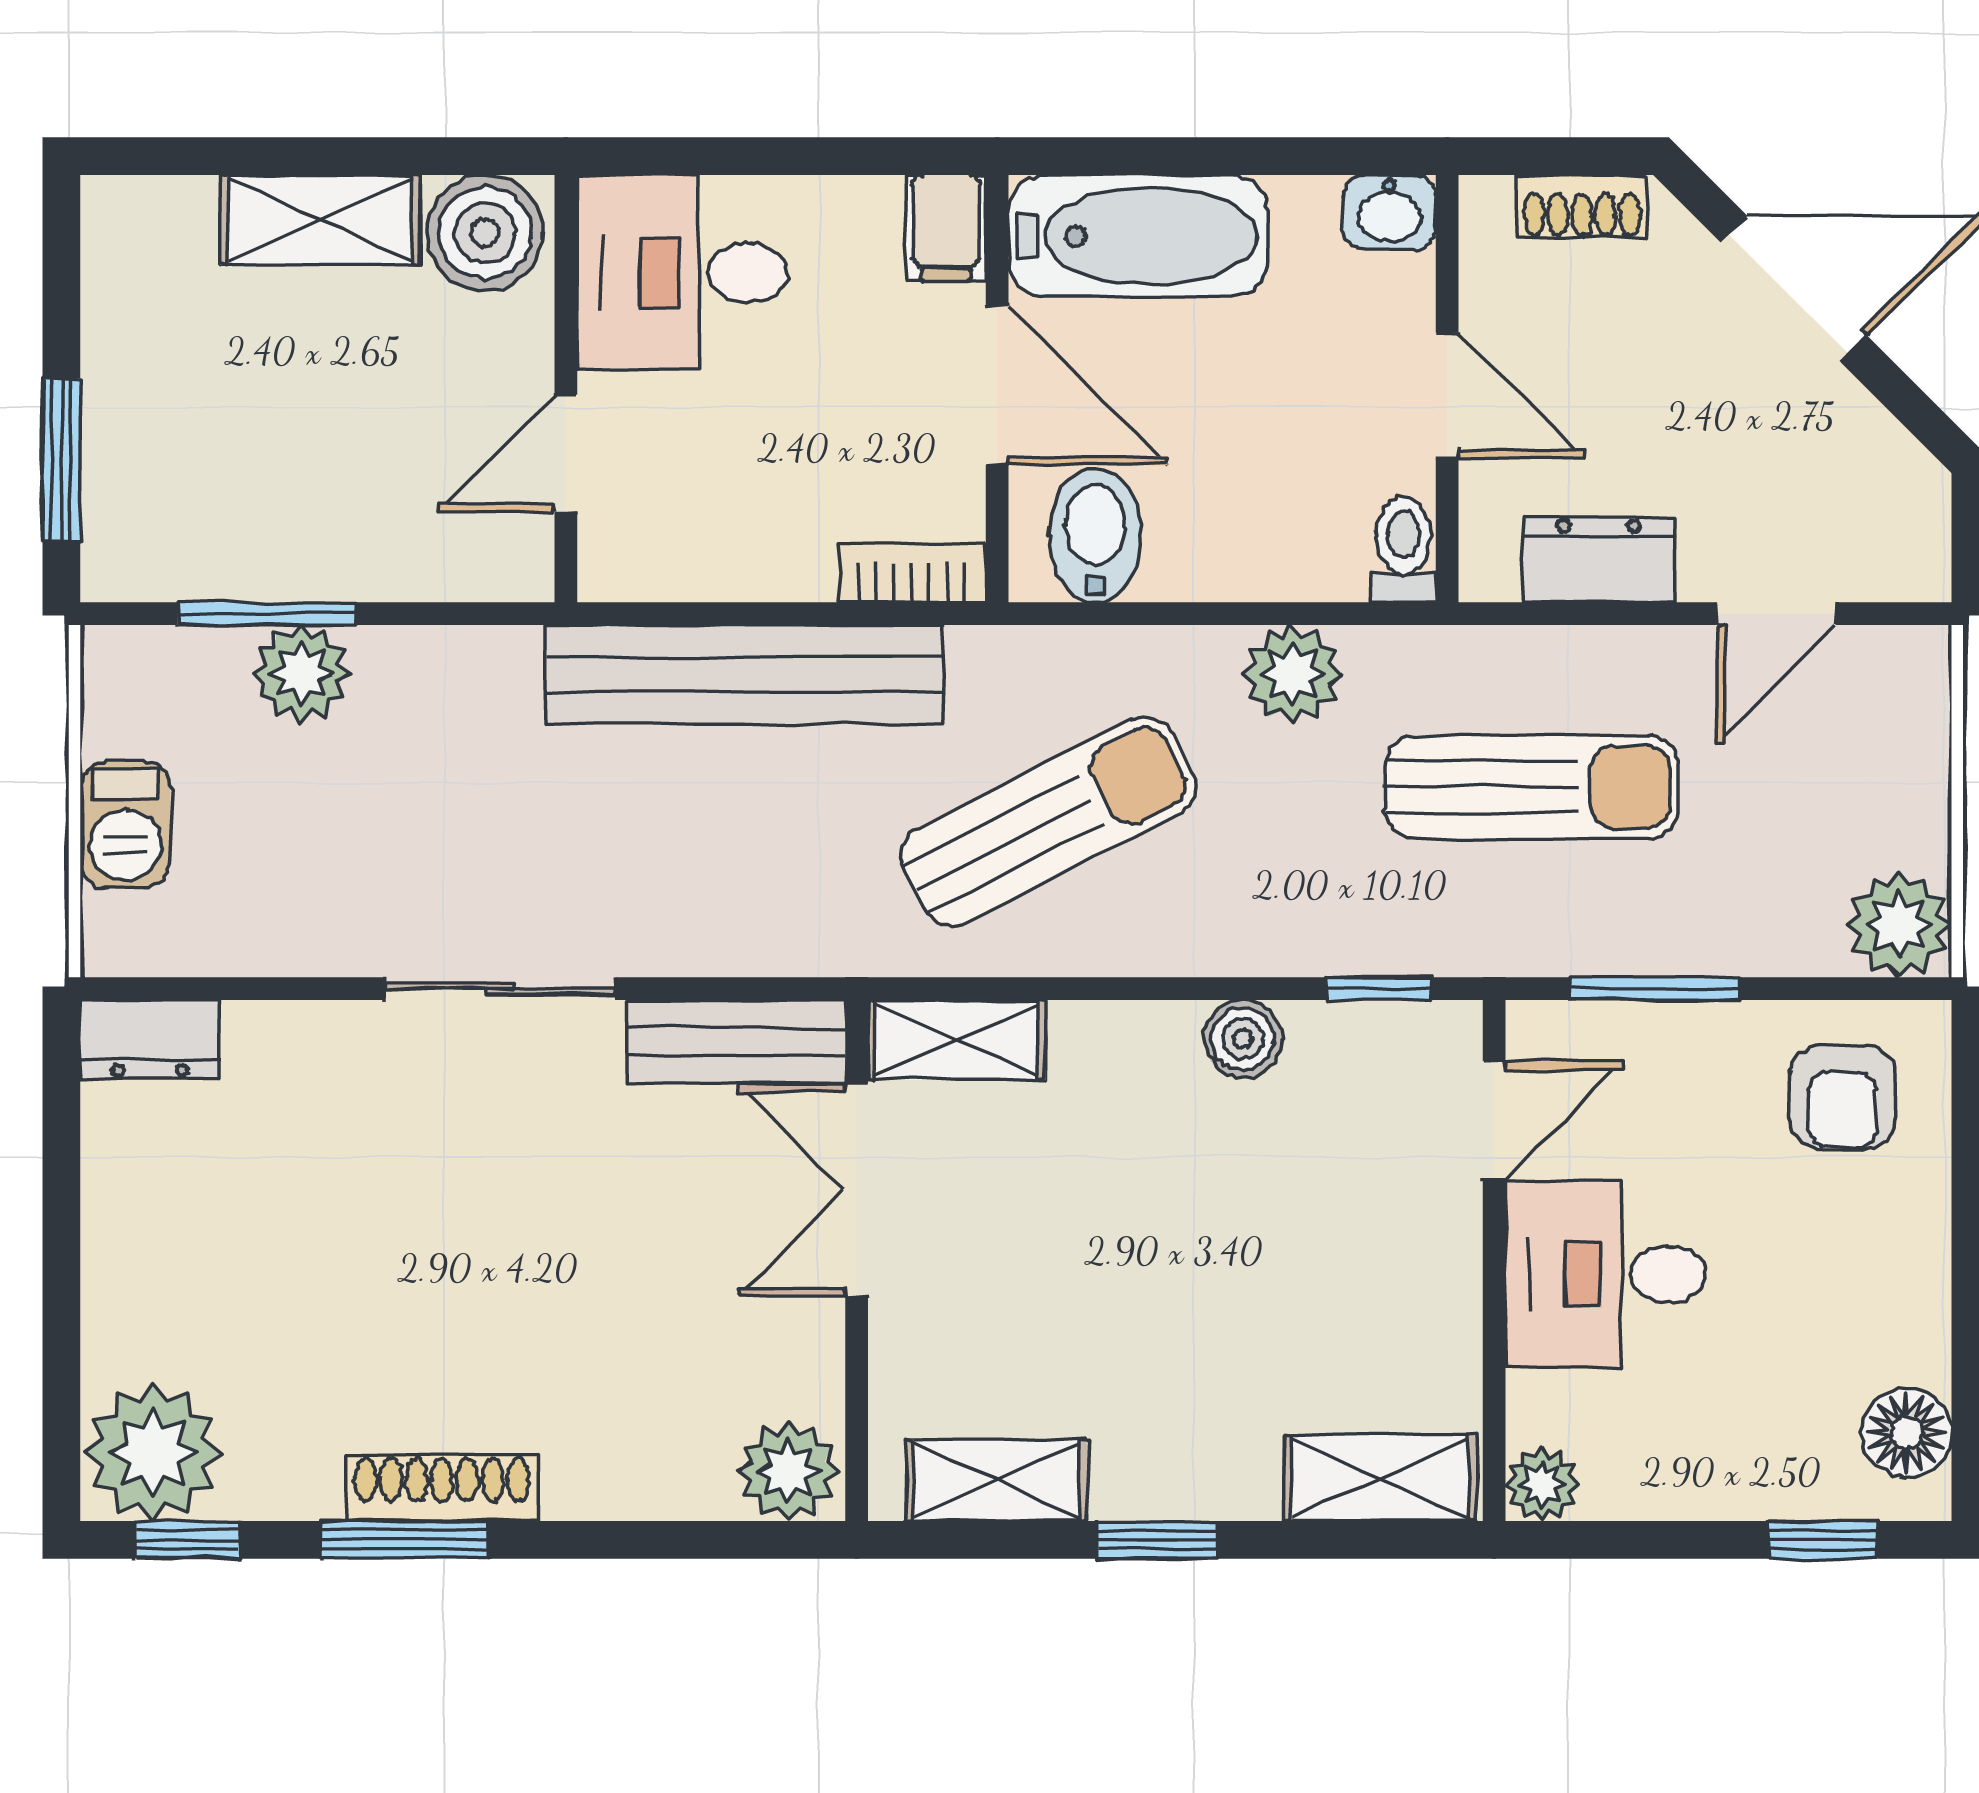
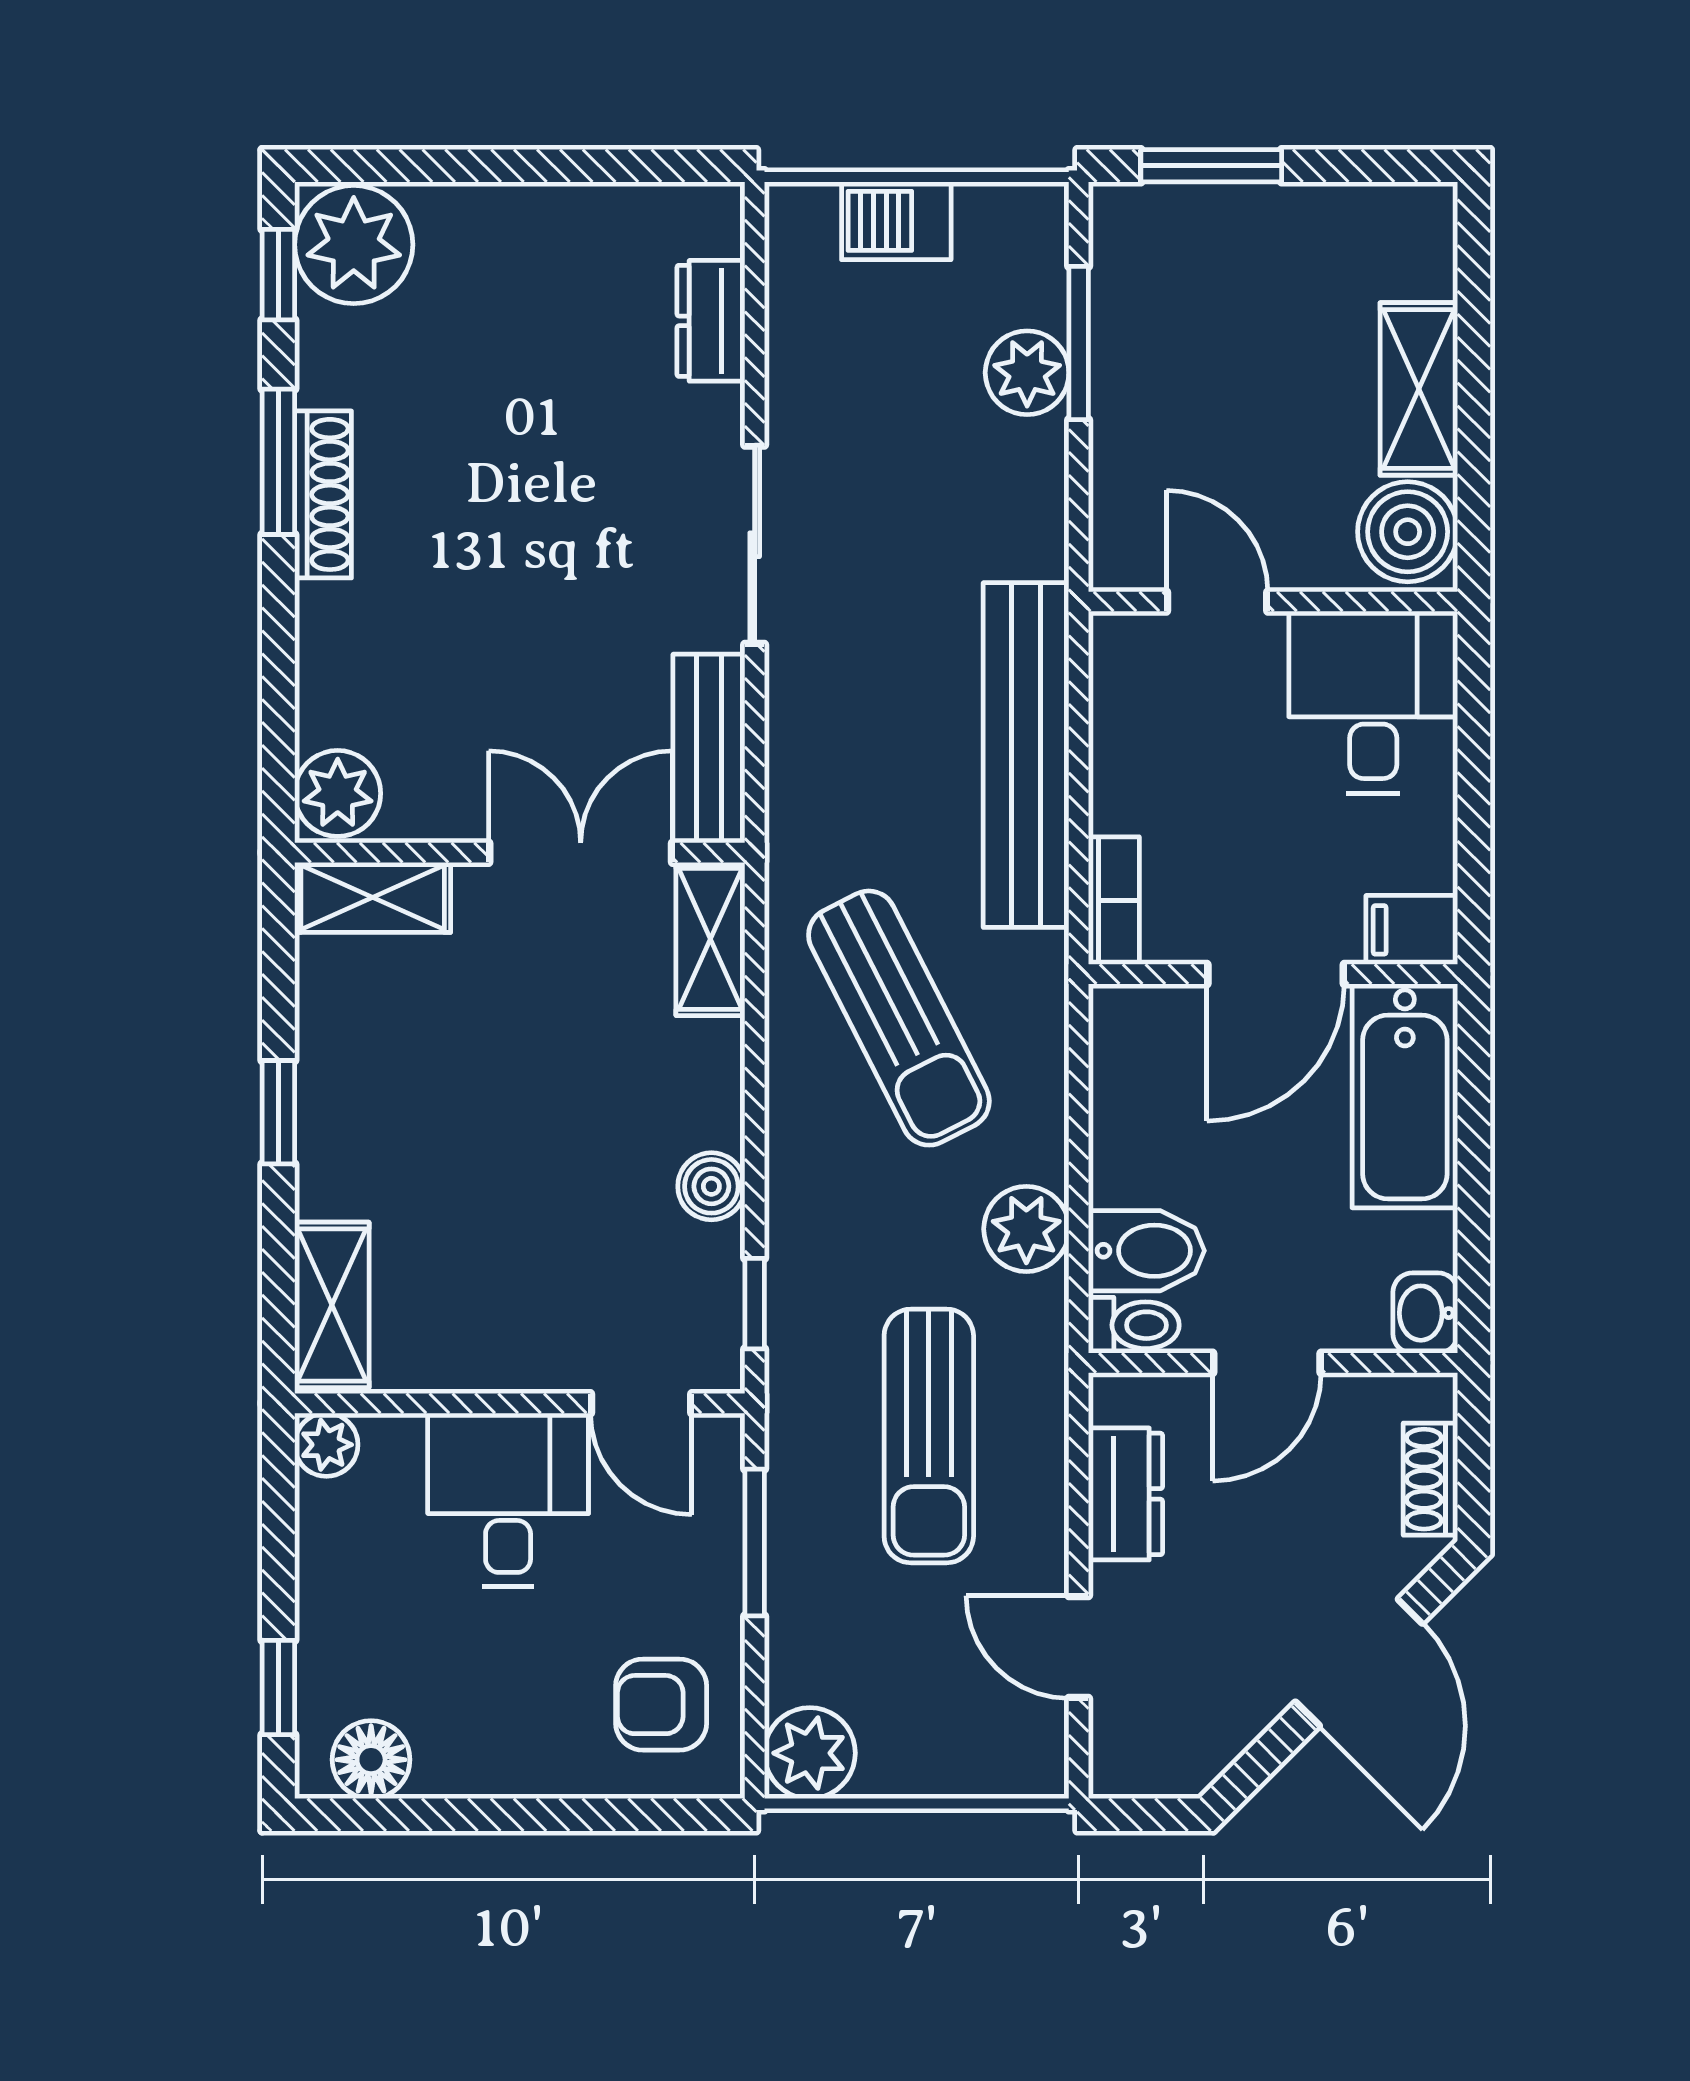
bidet: (1095, 535) -> (1146, 1251), moved
dresser: (150, 1039) -> (711, 321), moved
shelving: (997, 1481) -> (373, 897), moved, turned 90

